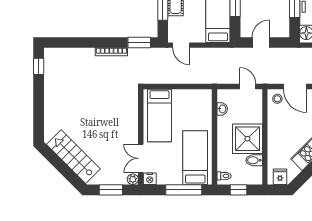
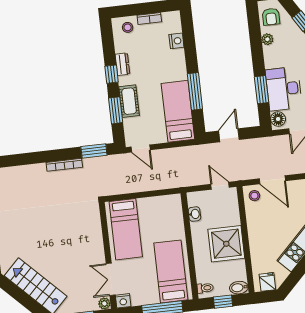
bidet: (254, 160) -> (239, 288), moved

